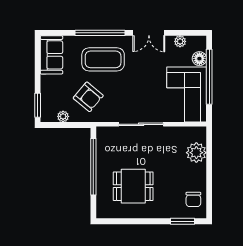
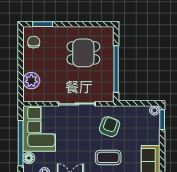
coffee table: (103, 59) -> (108, 157), width x0.73, depth x0.76
armchair: (88, 97) -> (110, 127), moved, turned 70
plant: (63, 116) -> (154, 110), moved

